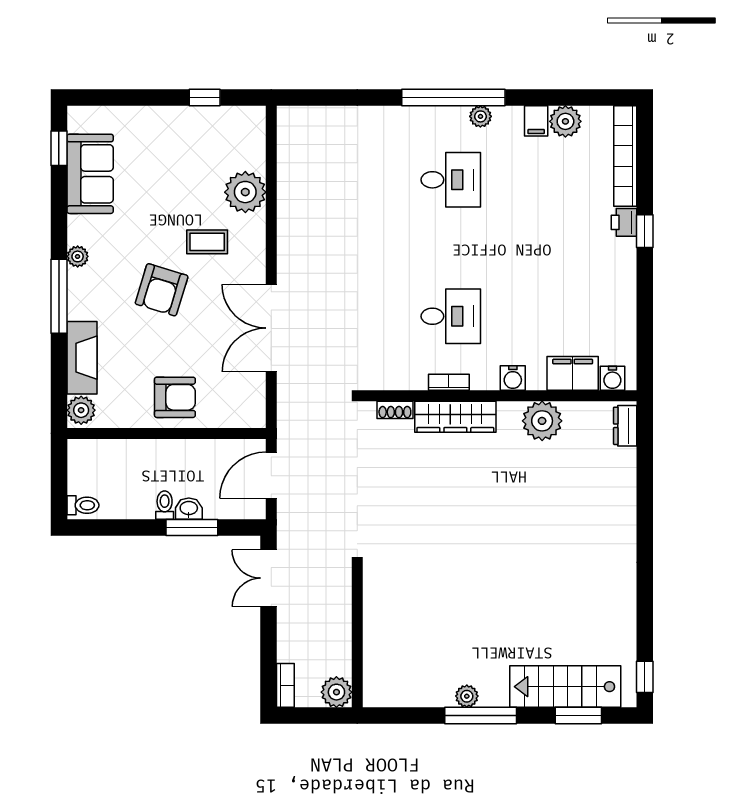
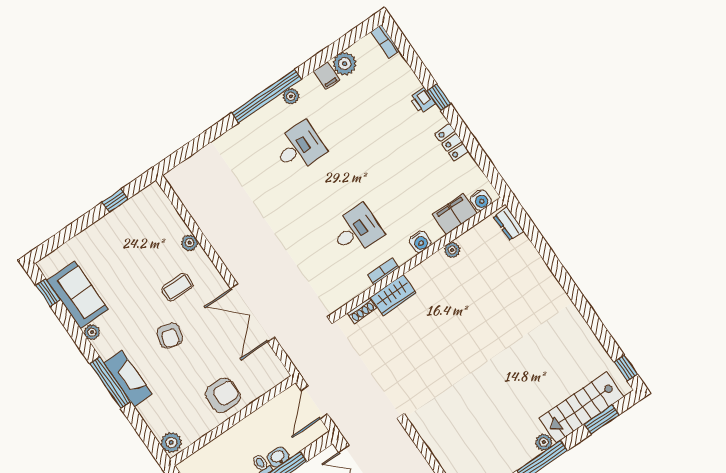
bookcase: (625, 156) -> (385, 41), width x0.43, depth x0.76
plant: (245, 192) -> (189, 243), width x0.53, depth x0.53
plant: (78, 256) -> (92, 332), moved
armchair: (162, 290) -> (170, 335), width x0.72, depth x0.72
locker: (624, 291) -> (452, 142), added
fireplace: (82, 358) -> (128, 378), moved
wardrobe: (455, 417) -> (393, 295), width x0.67
plant: (542, 421) -> (452, 250), width x0.53, depth x0.53
plant: (467, 696) -> (544, 442), moved

